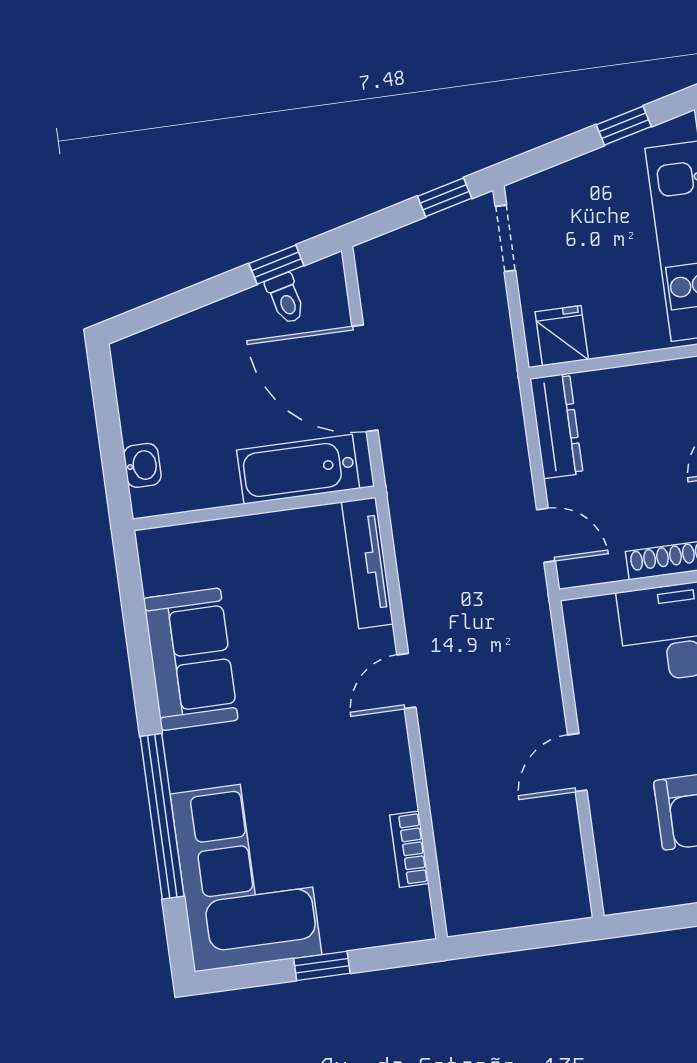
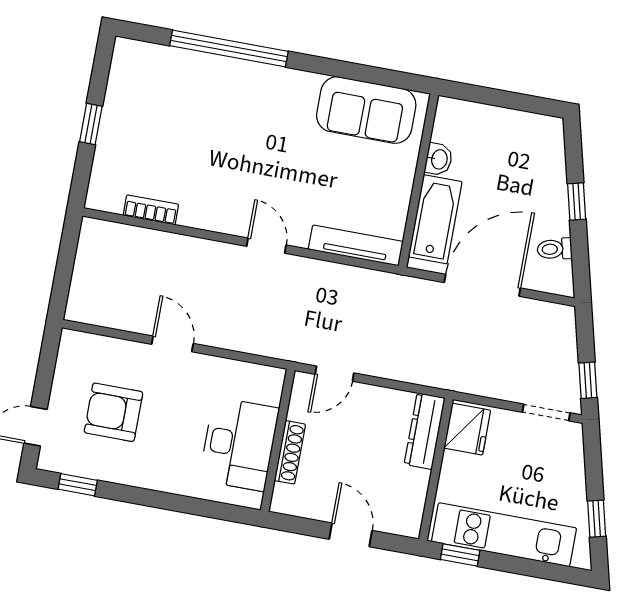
window: (276, 265) -> (577, 201), moved
fridge: (562, 336) -> (467, 429), width x1.38
dresser: (556, 426) -> (425, 431), moved, turned 90
washbasin: (142, 465) -> (439, 159), moved, turned -90
sofa: (191, 659) -> (366, 110), moved
corner sofa: (246, 874) -> (170, 93), removed

